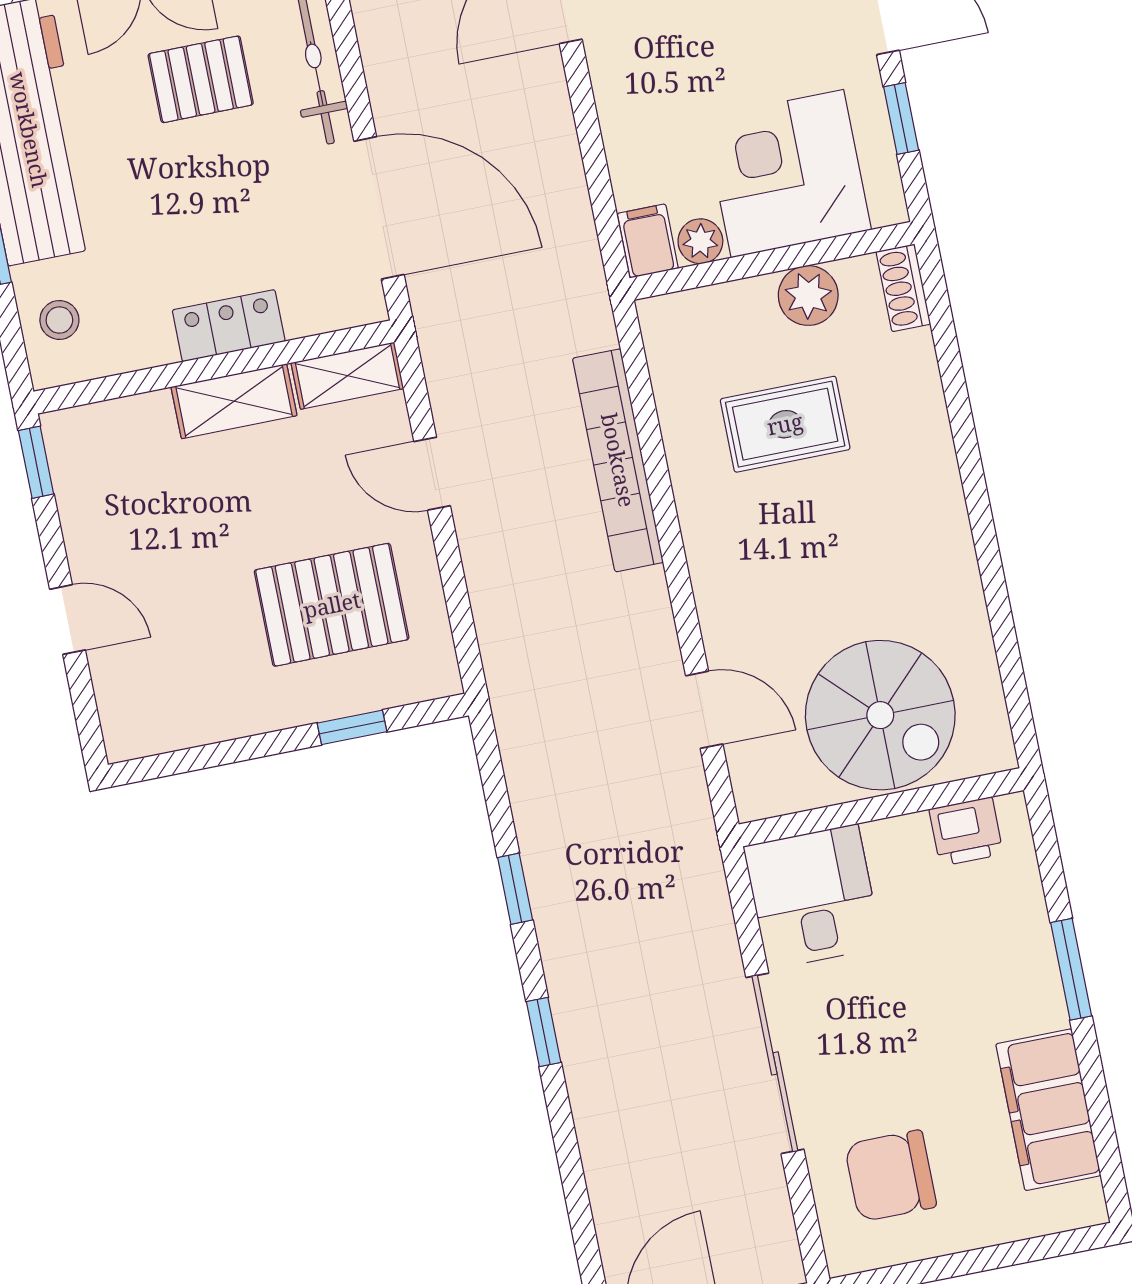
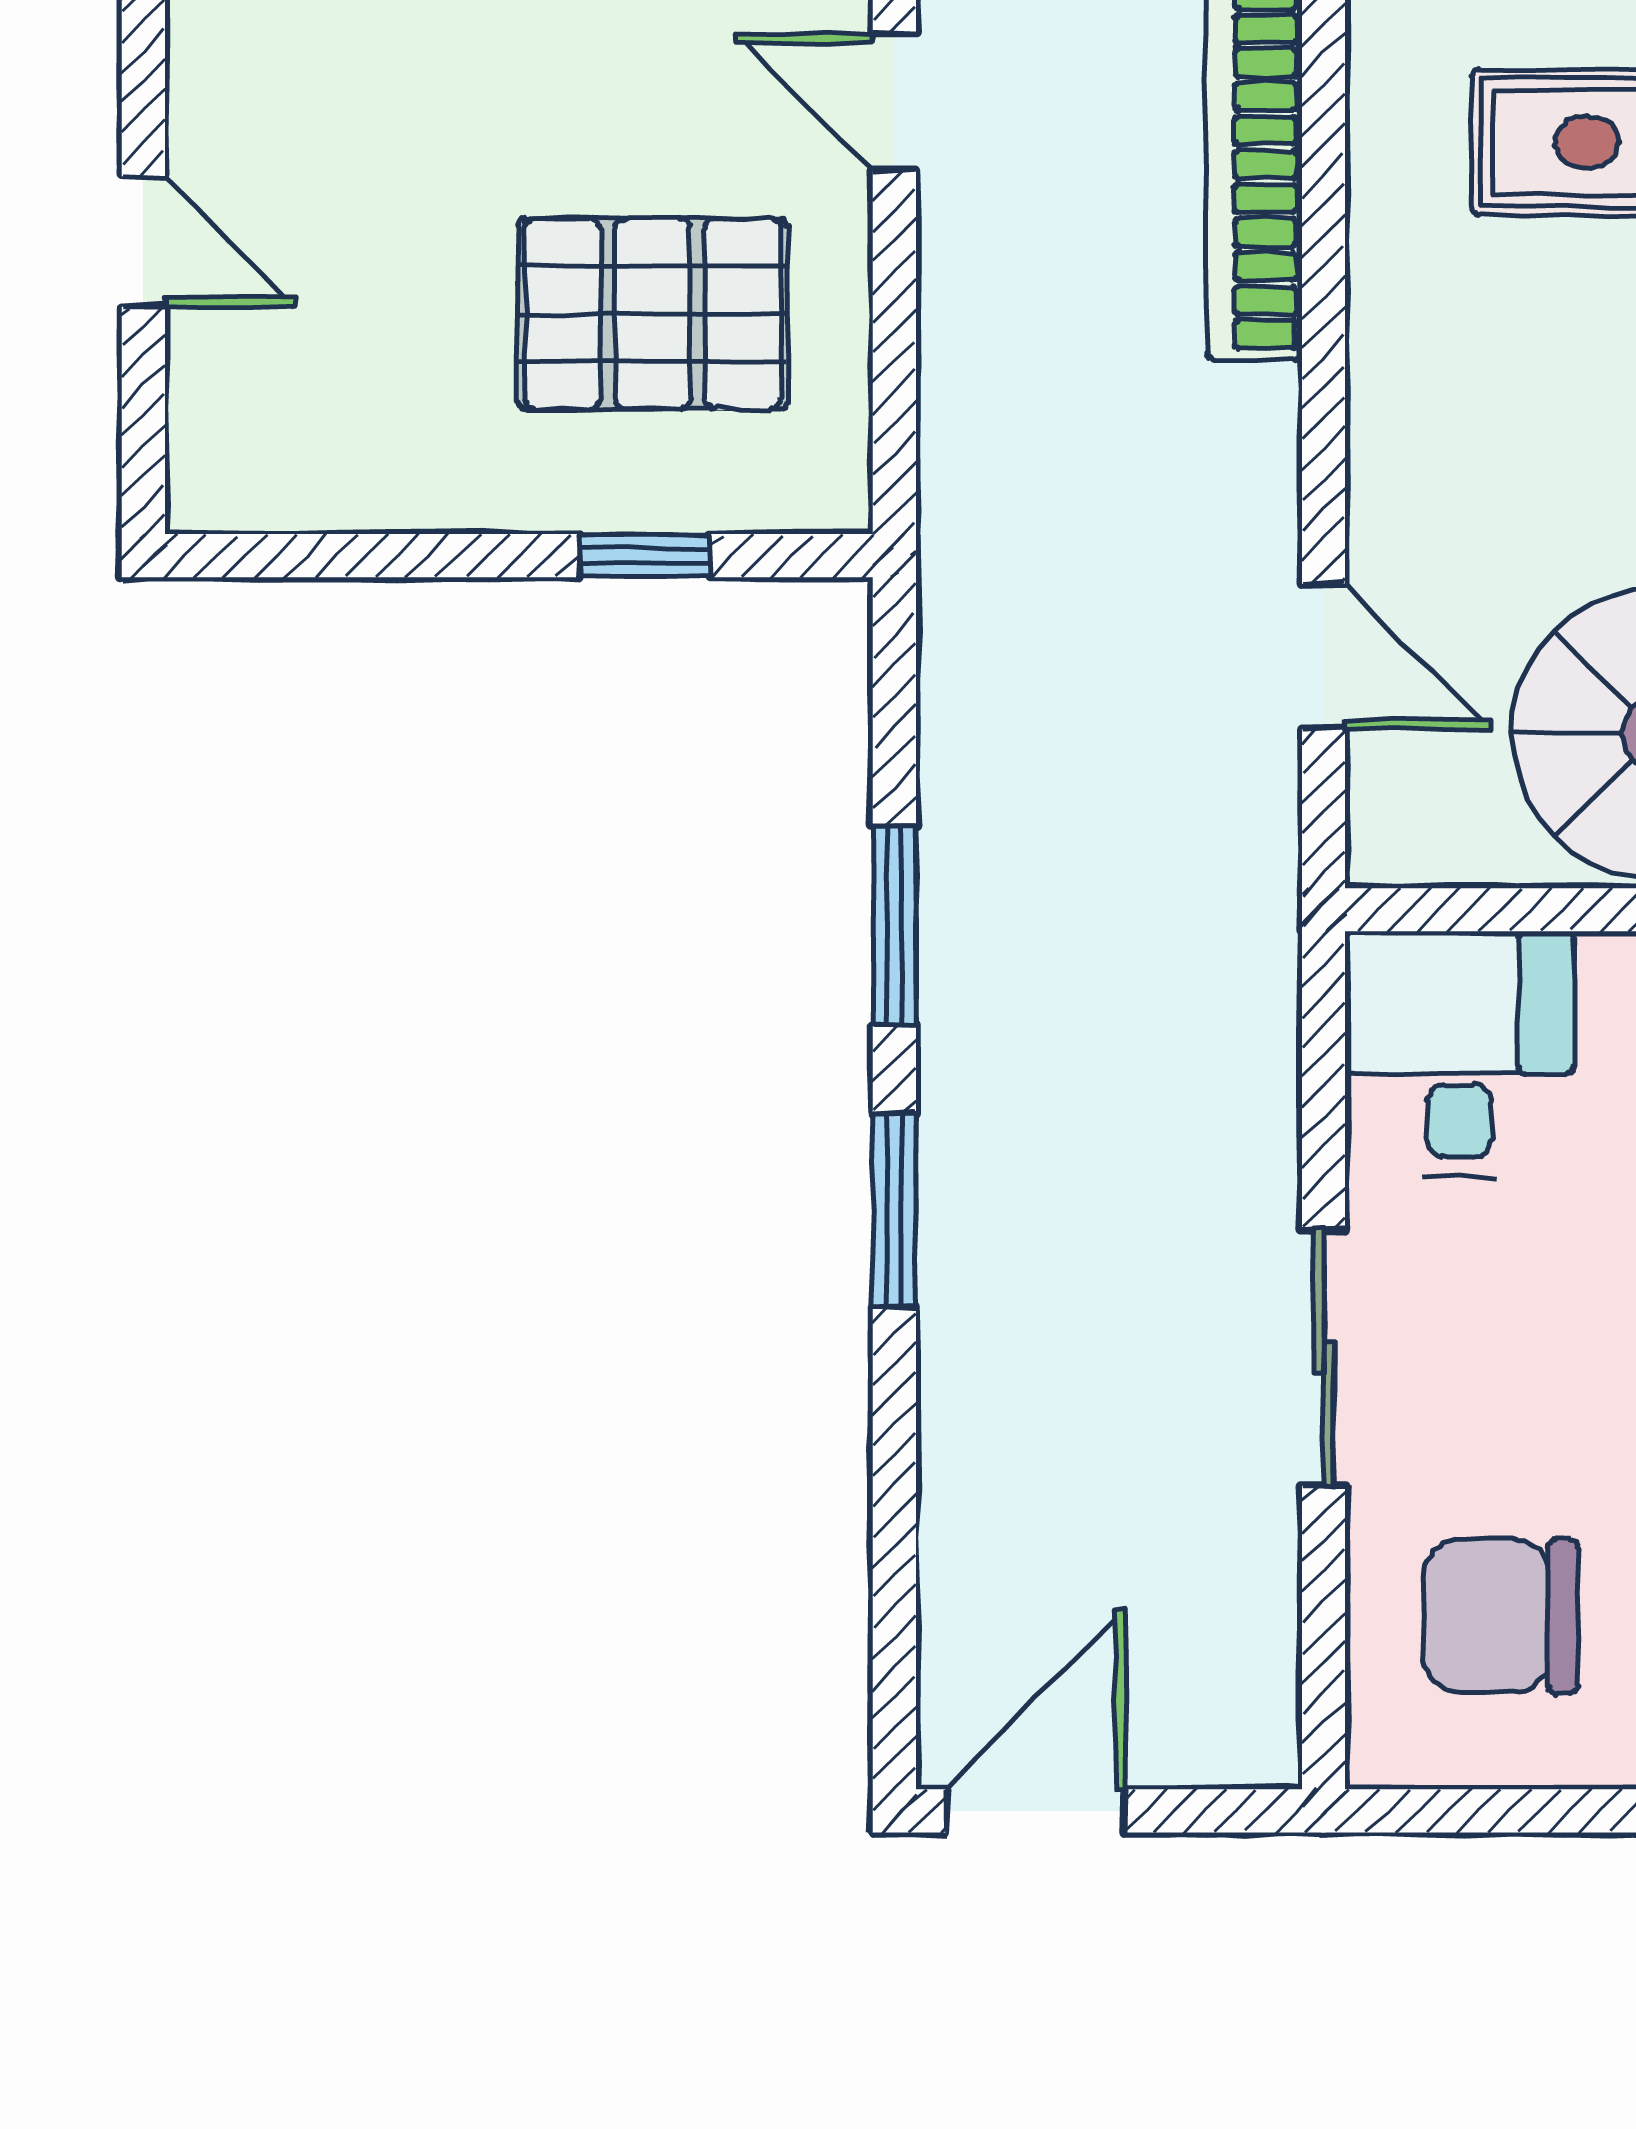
window: (515, 889) -> (894, 926), width x1.50
window: (544, 1032) -> (894, 1210), width x1.50
sliding door: (775, 1063) -> (1324, 1358), width x0.73

